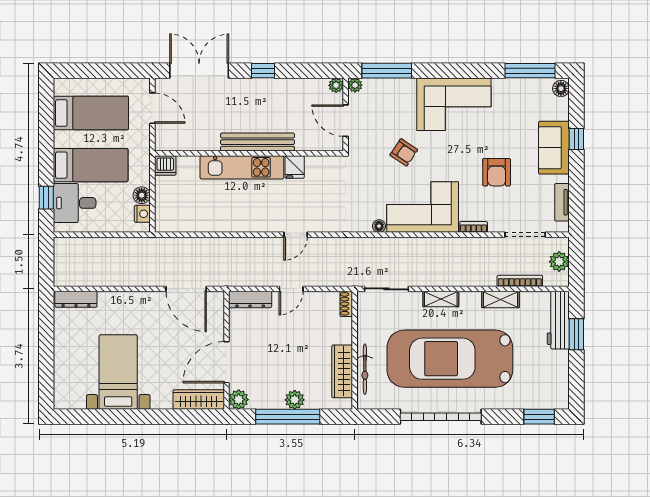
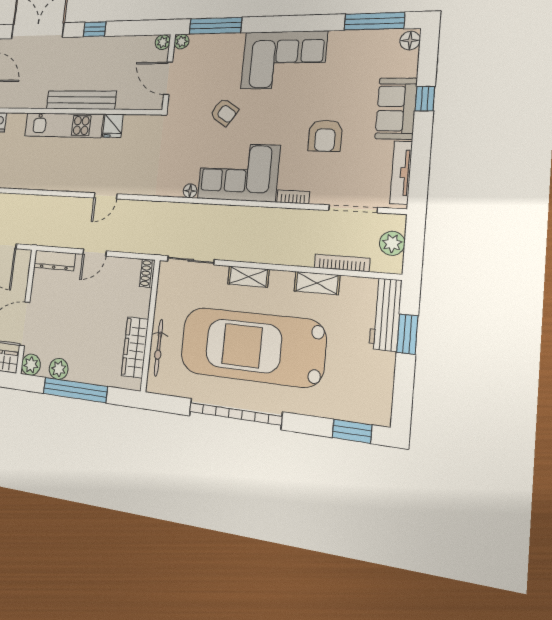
tv unit: (562, 202) -> (401, 173), width x1.41
plant: (295, 400) -> (59, 369), moved

